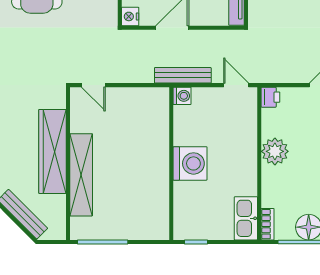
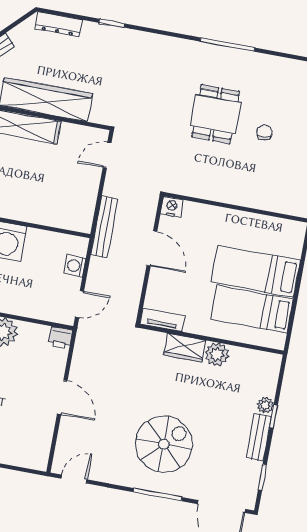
bench: (183, 75) -> (104, 227), moved
washing machine: (182, 96) -> (75, 266), moved, turned 90

